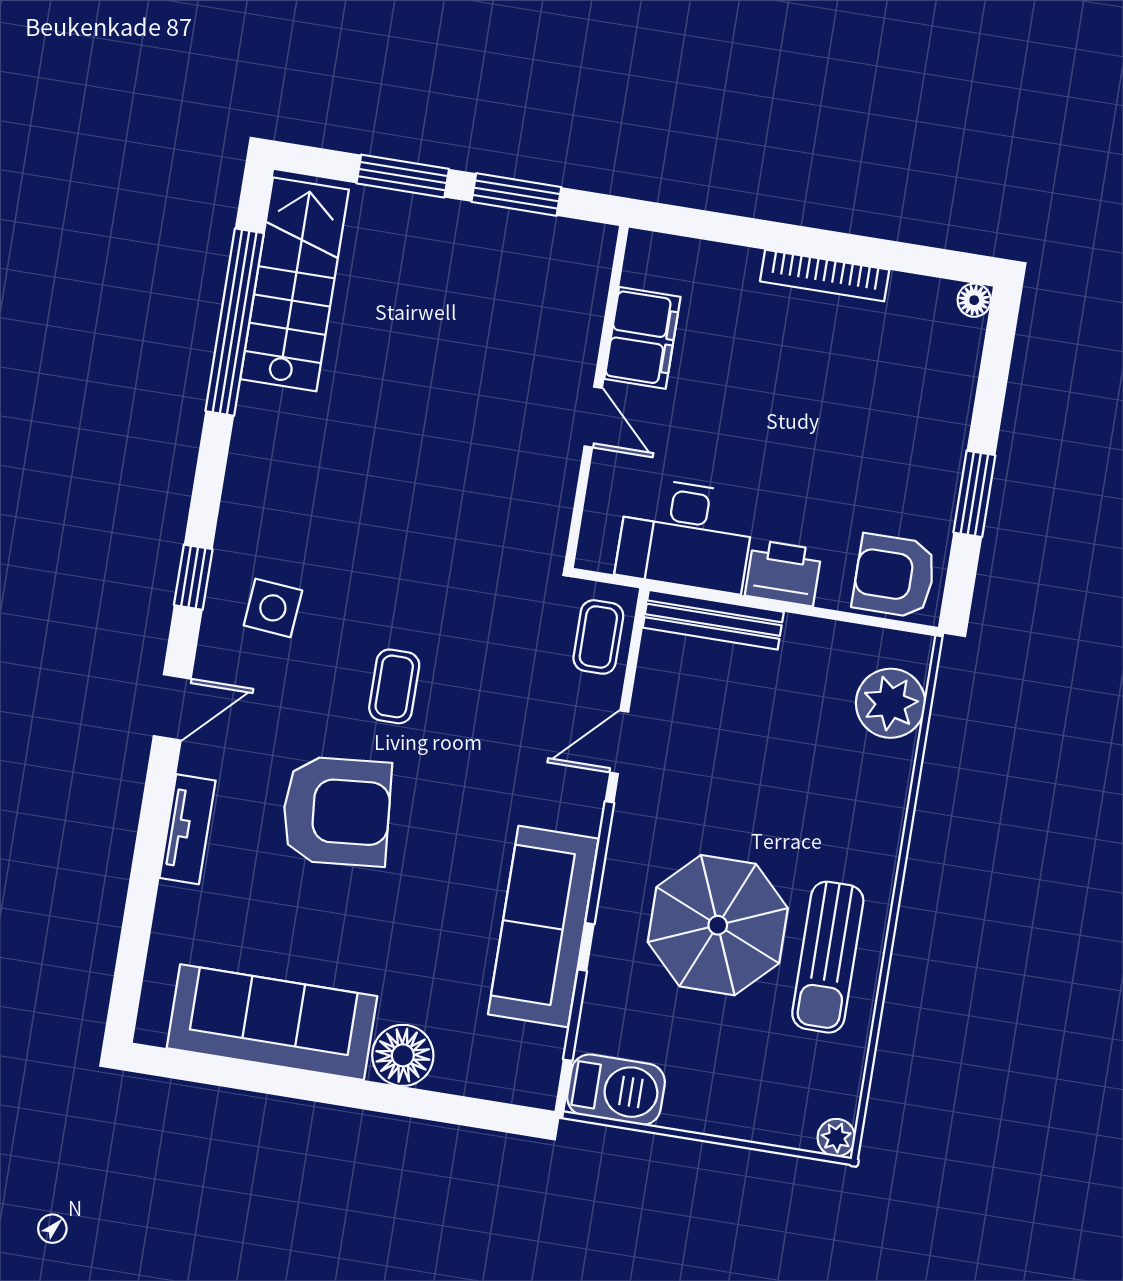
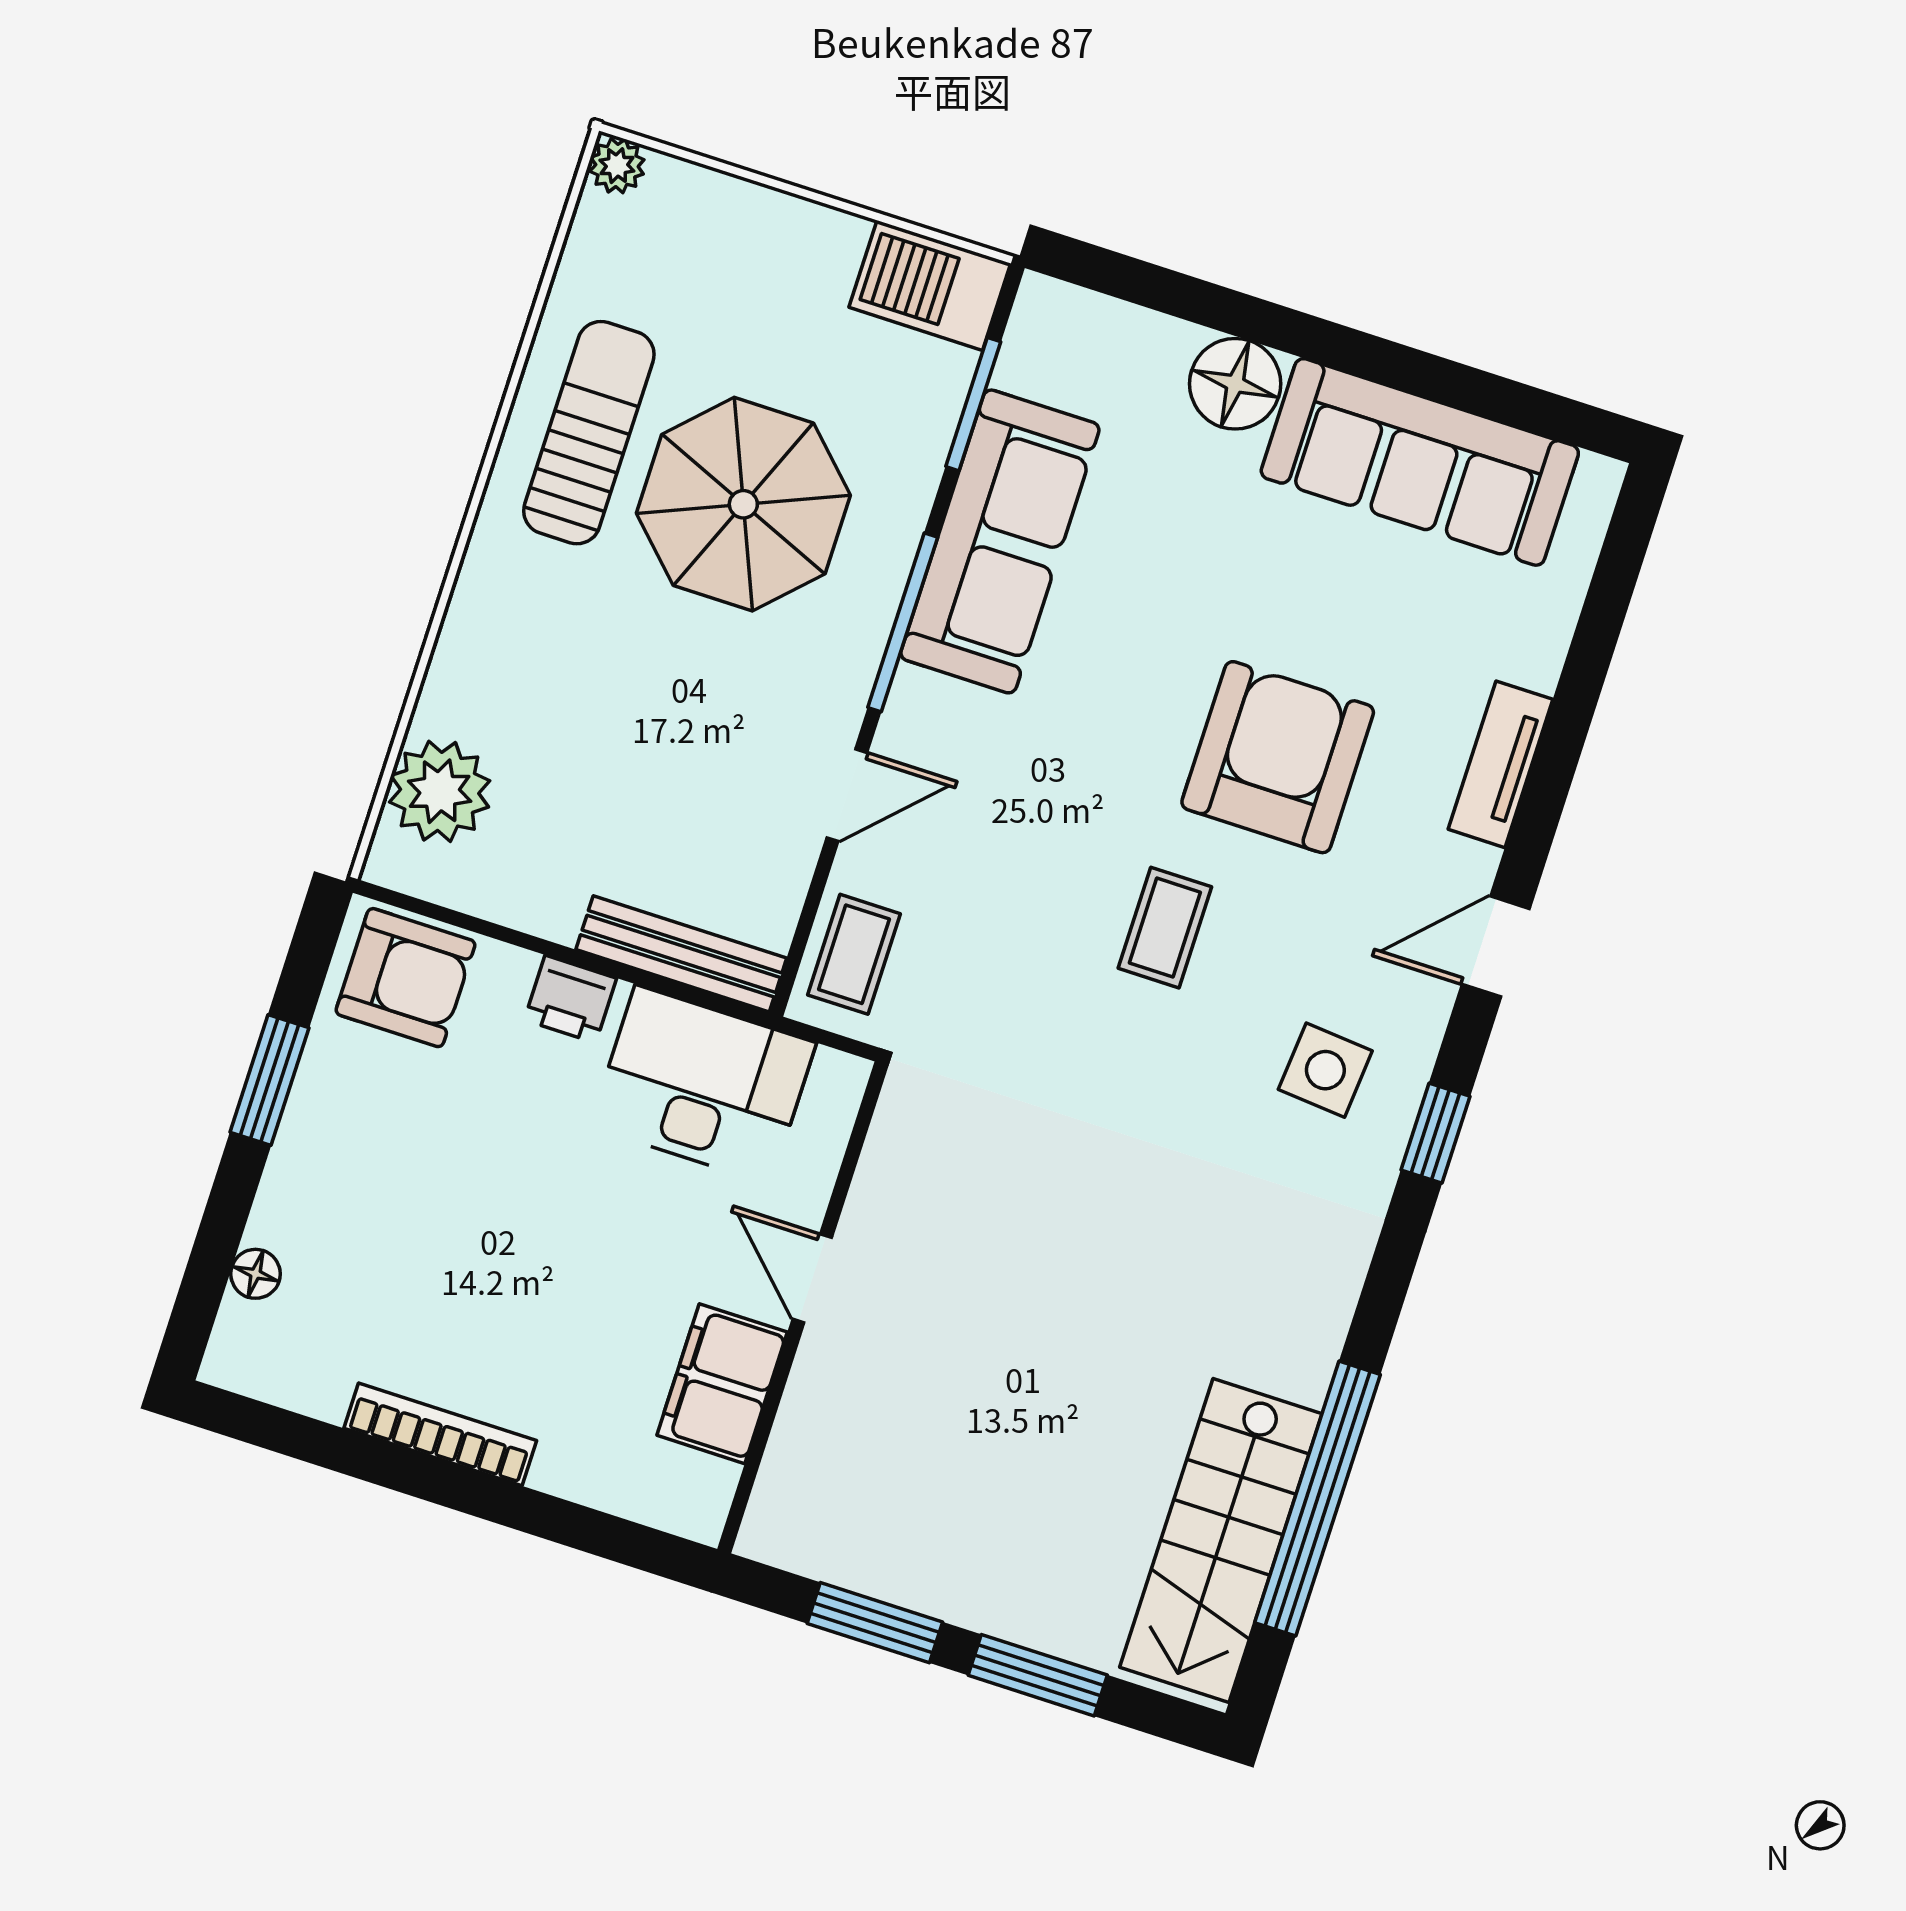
floor lamp: (974, 300) -> (256, 1274), moved
printer: (783, 573) -> (570, 999), width x0.73, depth x0.81
armchair: (336, 811) -> (1278, 757), turned 95

